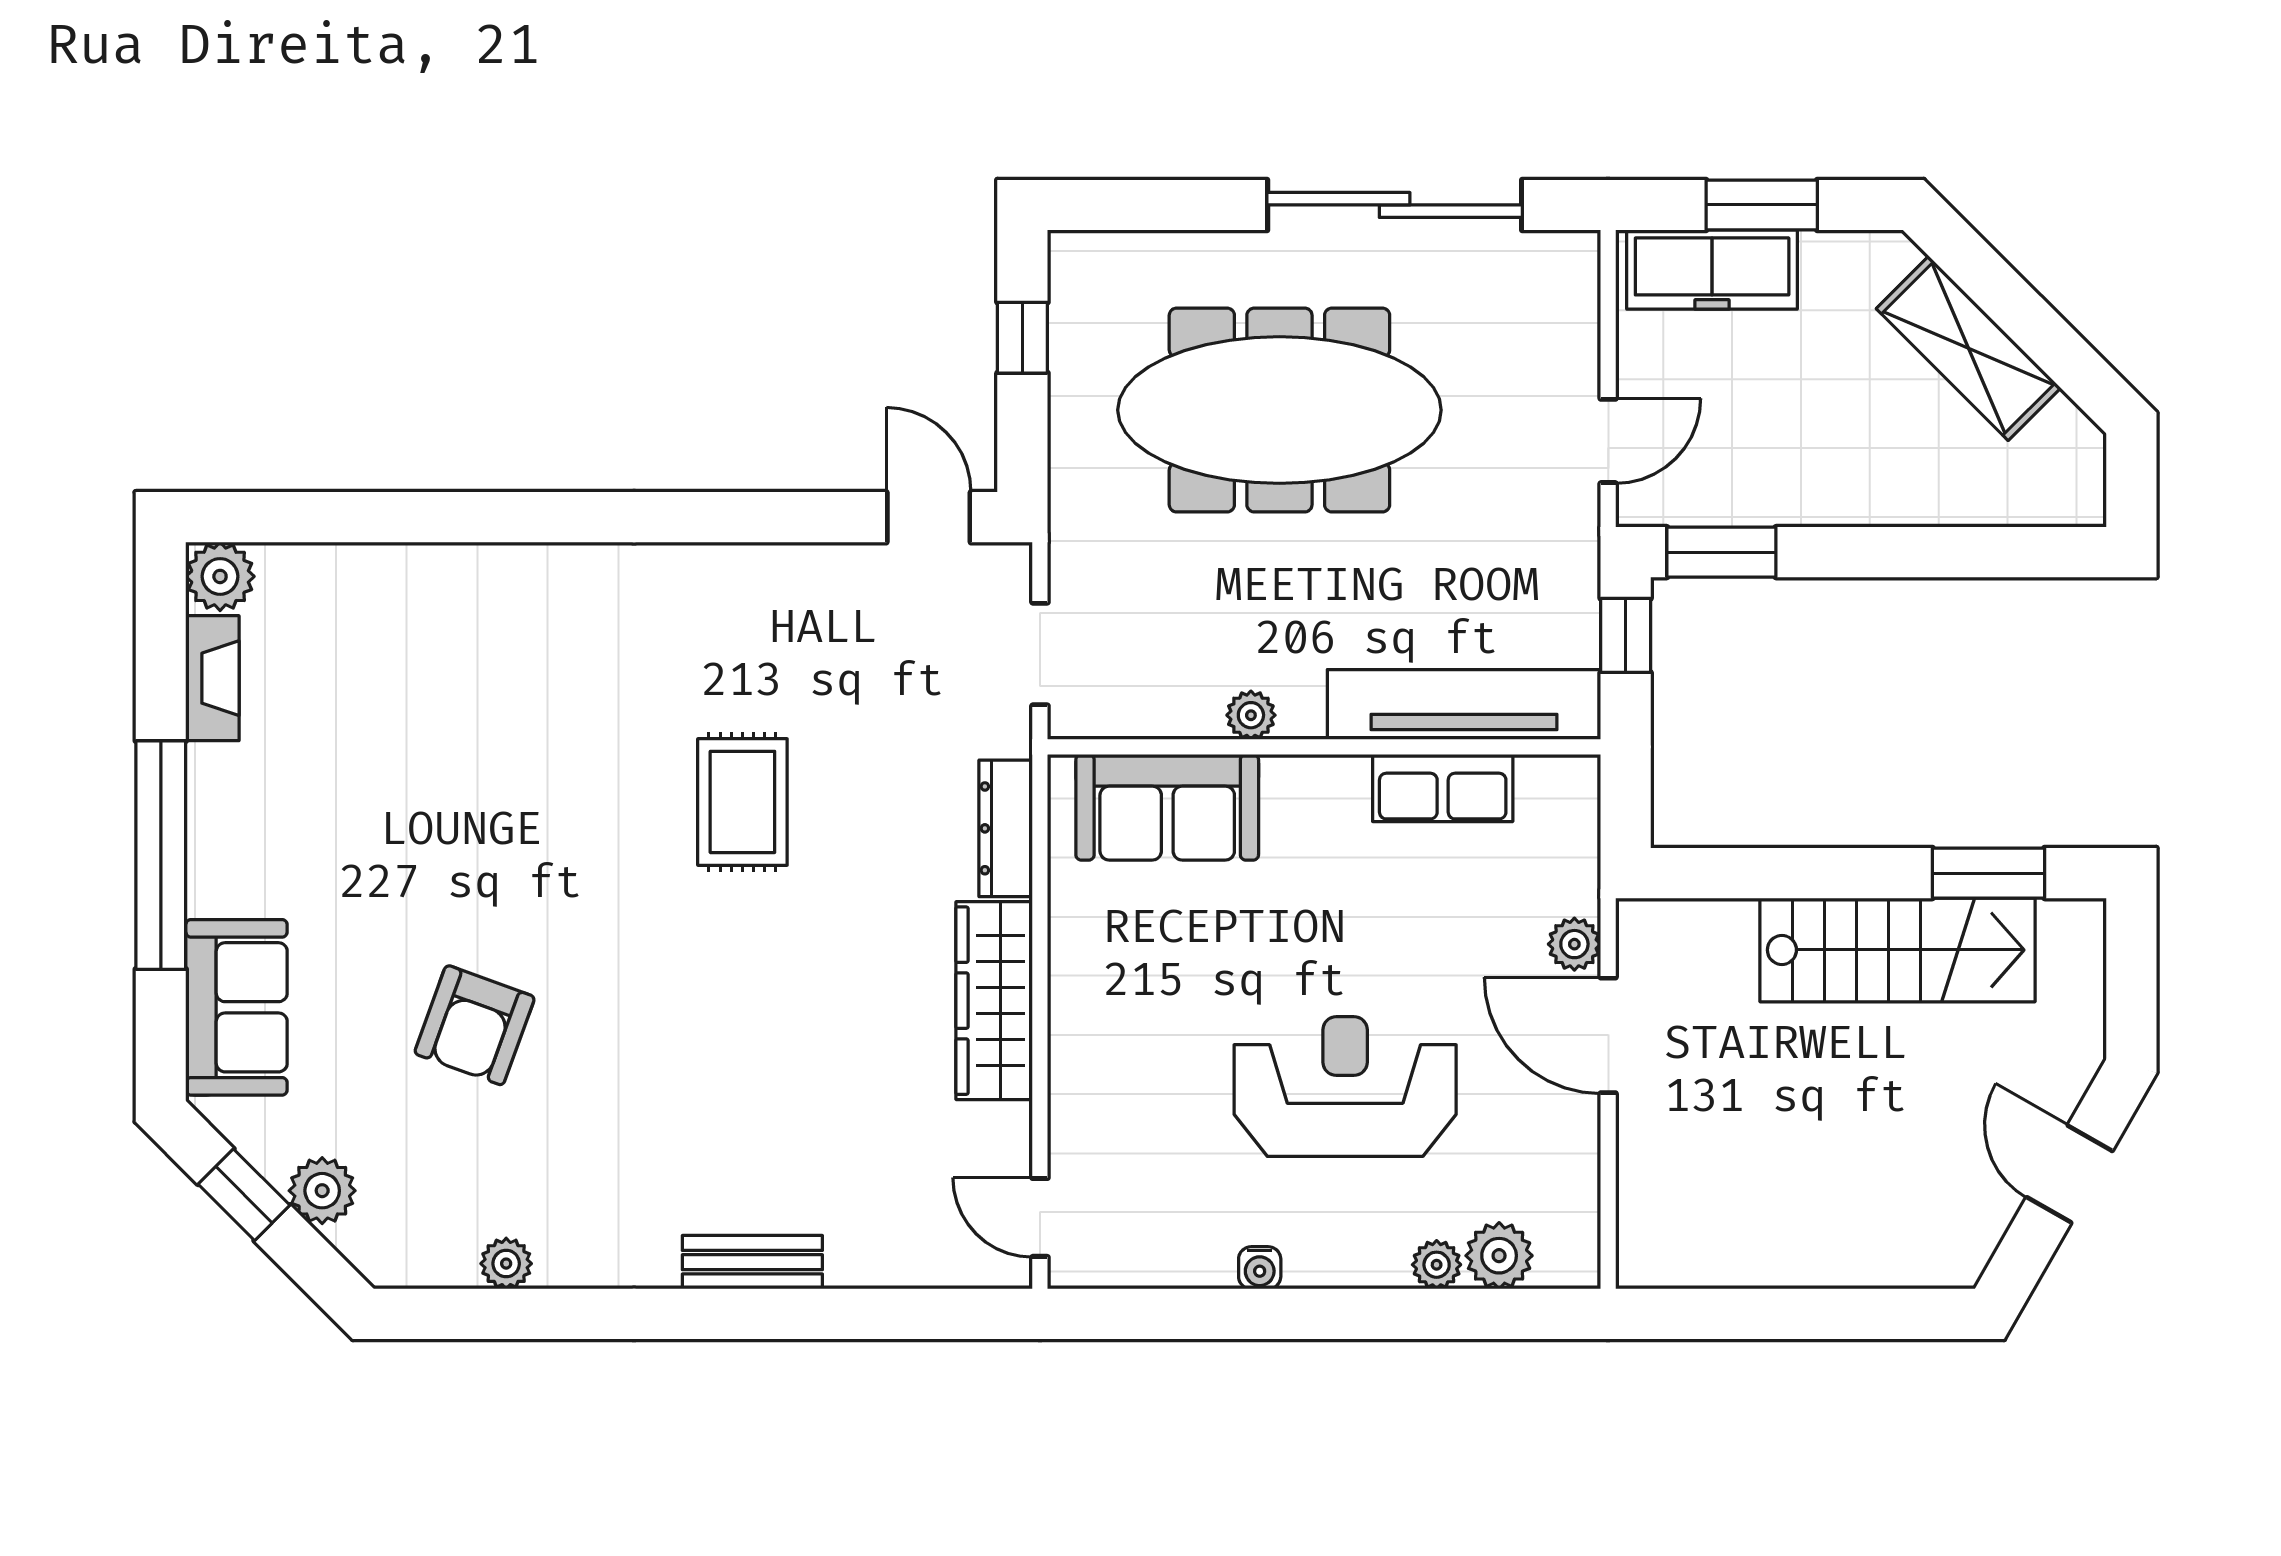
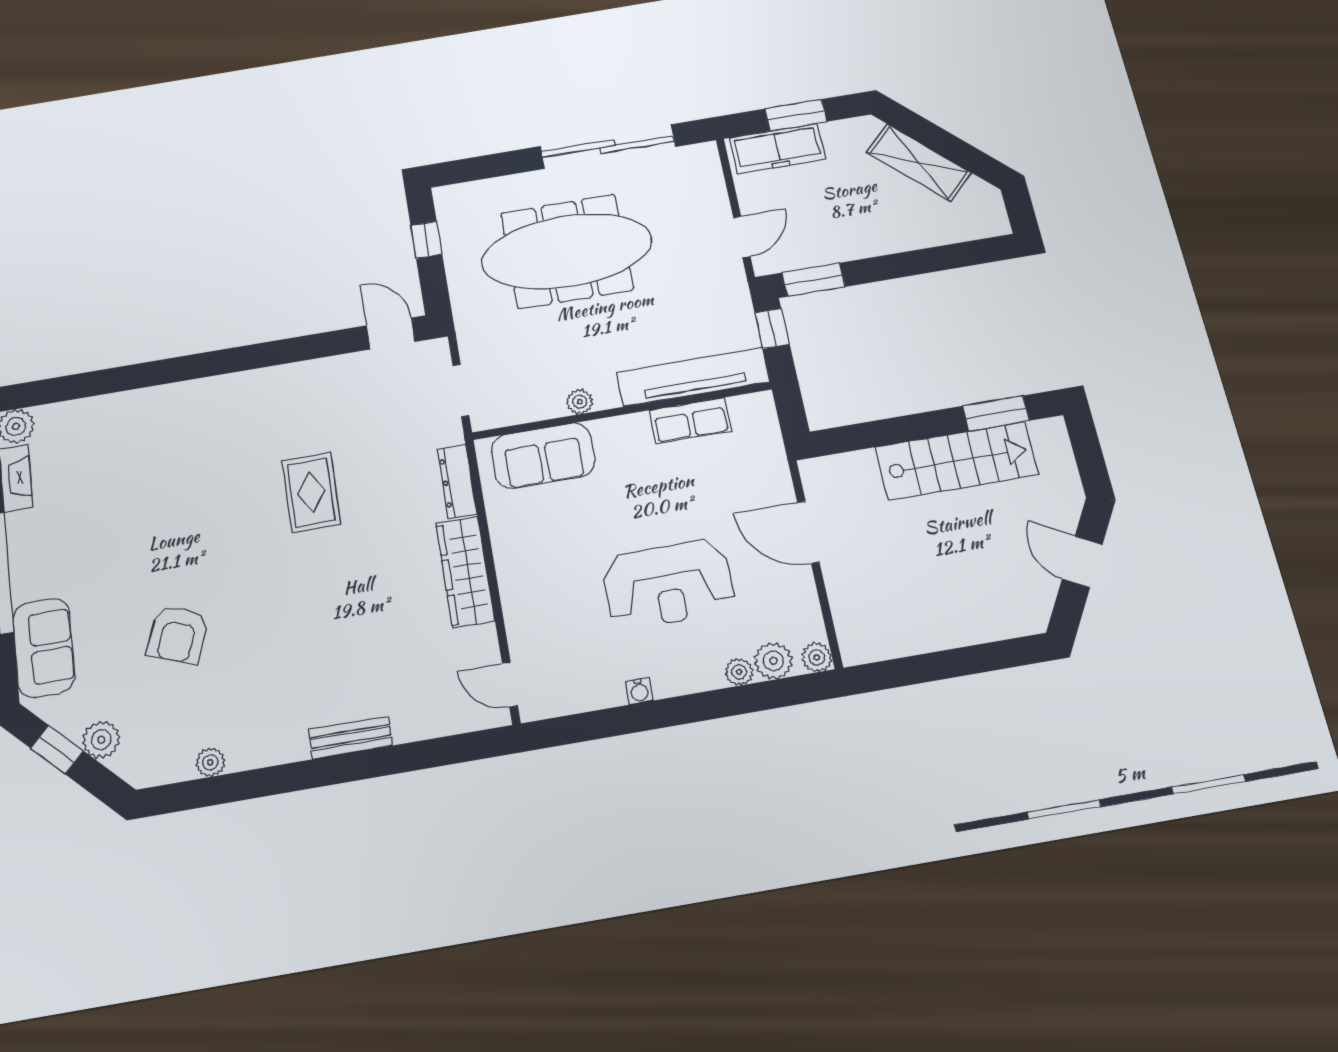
plant: (1574, 944) -> (817, 657), moved
reception desk: (1345, 1087) -> (668, 584), turned 180

